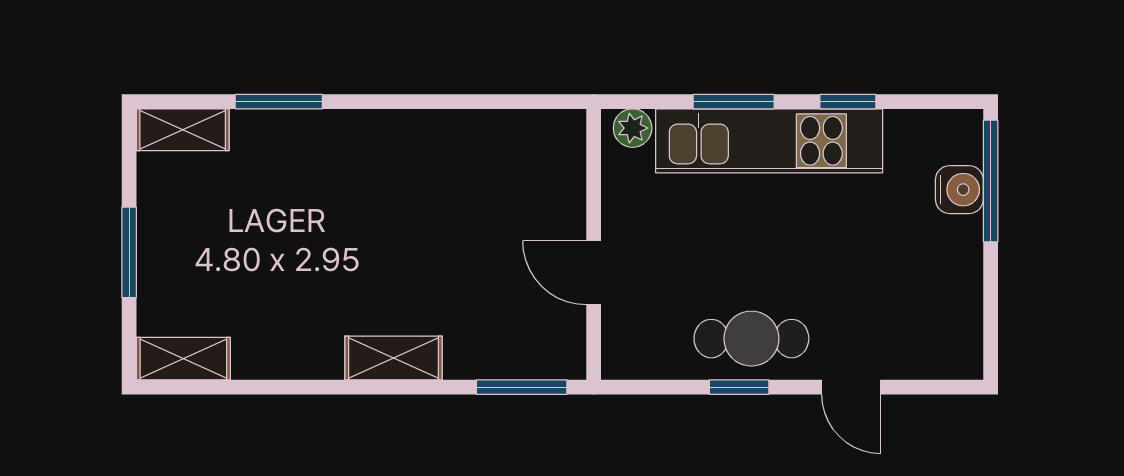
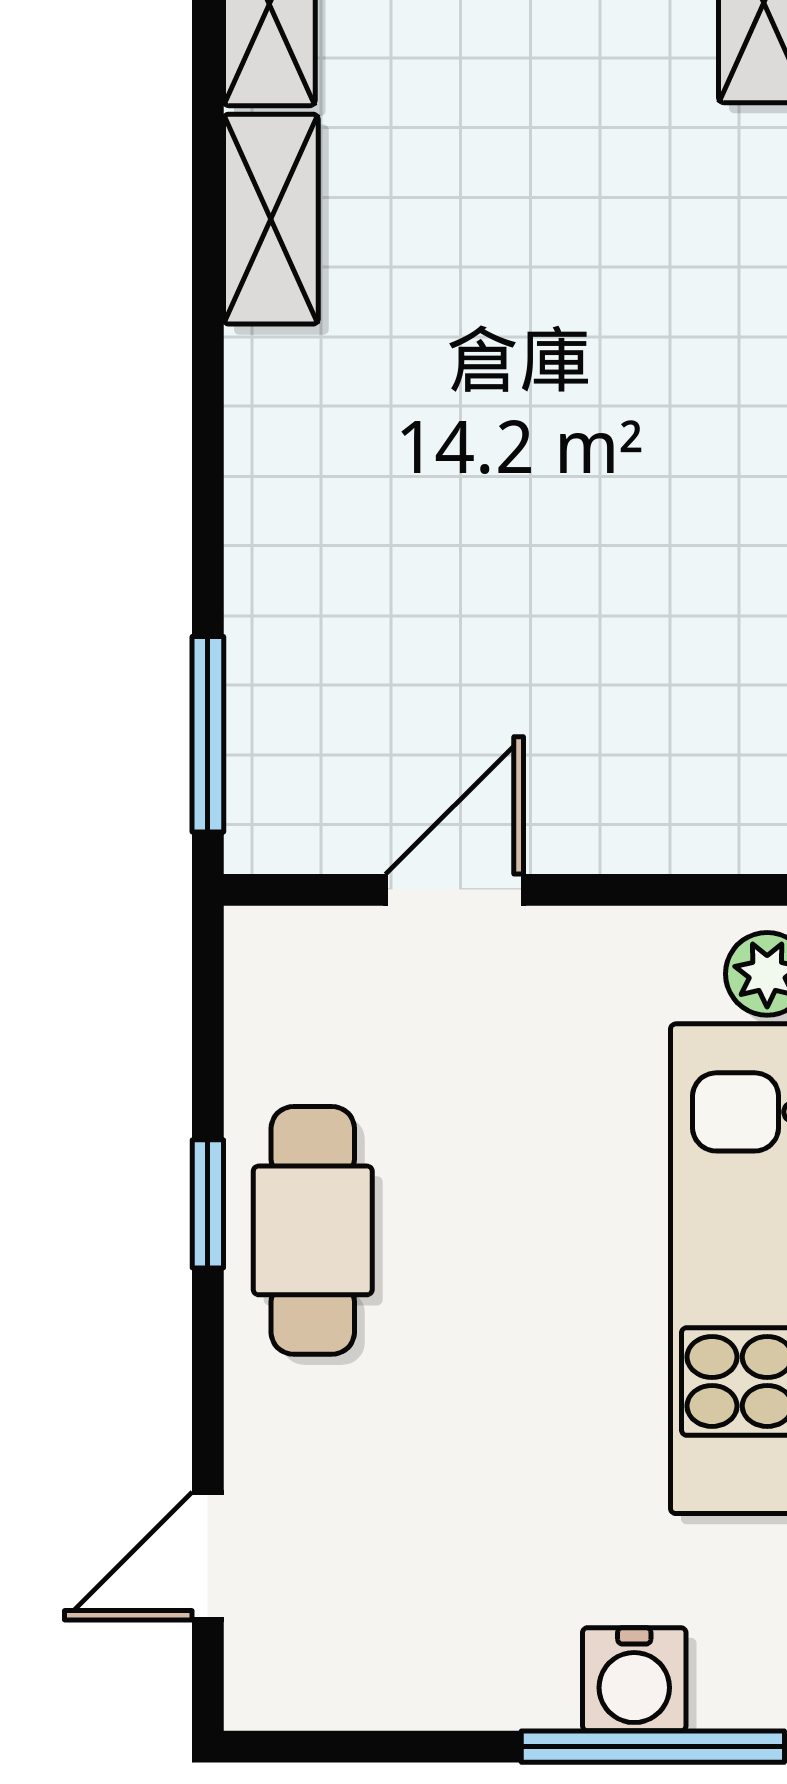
shelving: (394, 358) -> (271, 219), moved
door: (851, 387) -> (208, 1556), moved

